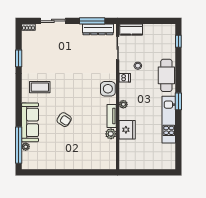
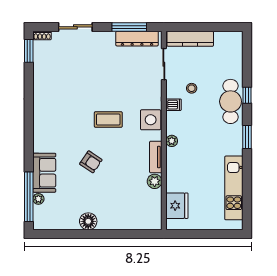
kitchen counter: (131, 29) -> (190, 39), width x1.50
window: (178, 41) -> (247, 95), moved
window: (19, 58) -> (29, 51), moved
coffee table: (40, 87) -> (108, 120), moved
kitchen unit: (169, 120) -> (234, 188), moved
sofa: (30, 122) -> (44, 173), width x0.73
fridge: (127, 130) -> (177, 206), moved
floor lamp: (62, 163) -> (88, 221), added

